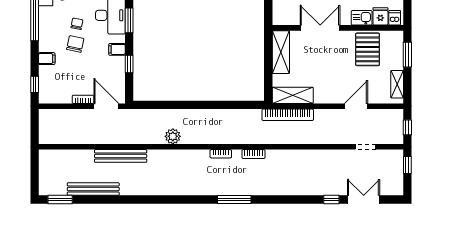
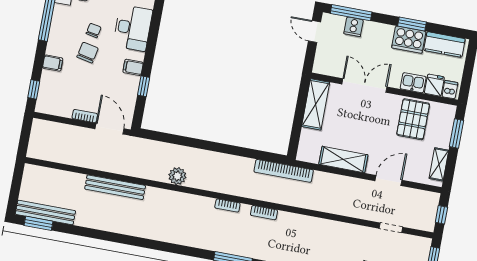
window: (129, 20) -> (153, 37), removed
shelving: (293, 95) -> (343, 159), moved
bookcase: (288, 115) -> (284, 171), moved
bench: (93, 189) -> (45, 213), moved

